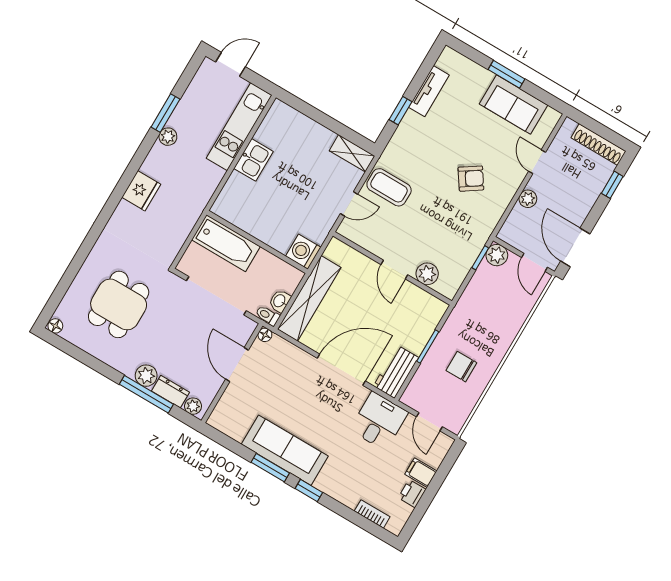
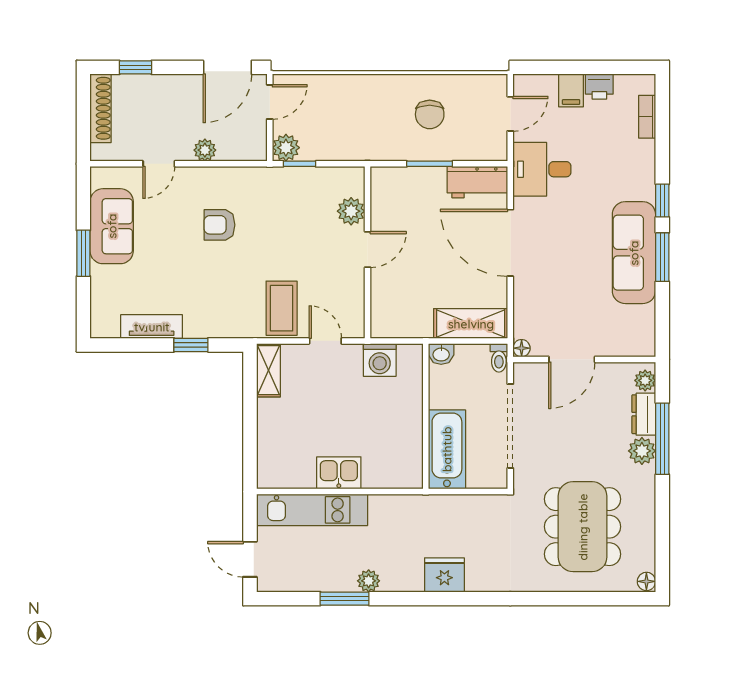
armchair: (471, 179) -> (219, 225), turned -56
washing machine: (303, 252) -> (380, 360), moved
shelving: (309, 298) -> (471, 324), width x0.68
washbasin: (280, 301) -> (441, 354), moved
dining table: (119, 304) -> (583, 527), width x1.38

